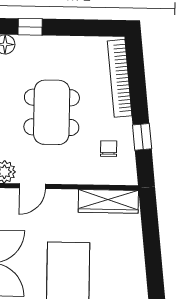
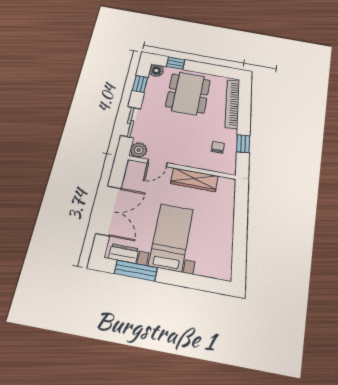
dining table: (52, 112) -> (188, 93), moved
wardrobe: (108, 201) -> (194, 180), moved

